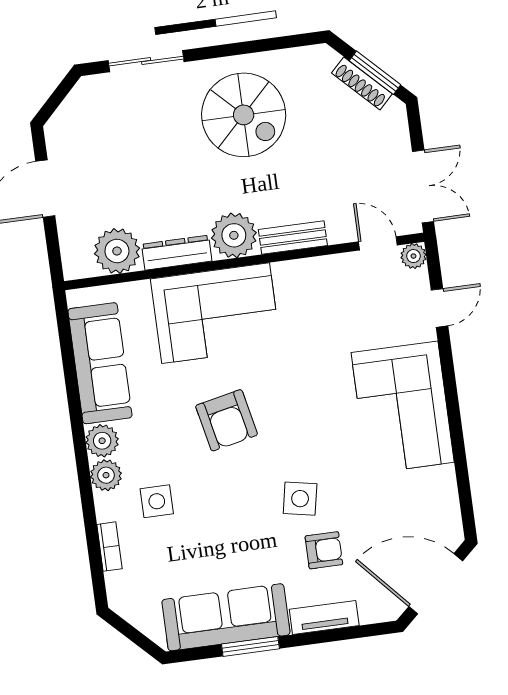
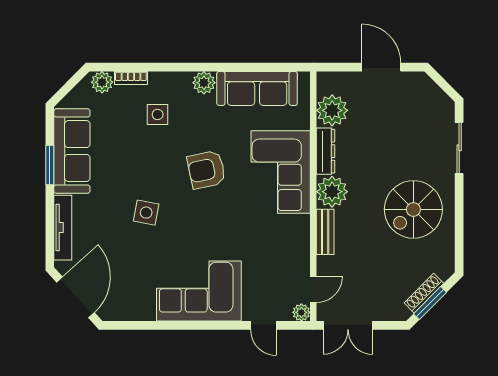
plant: (106, 475) -> (102, 82), moved
armchair: (324, 550) -> (109, 224), removed
tv unit: (324, 617) -> (63, 228), width x1.41

